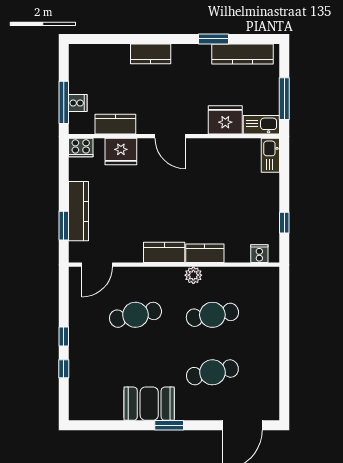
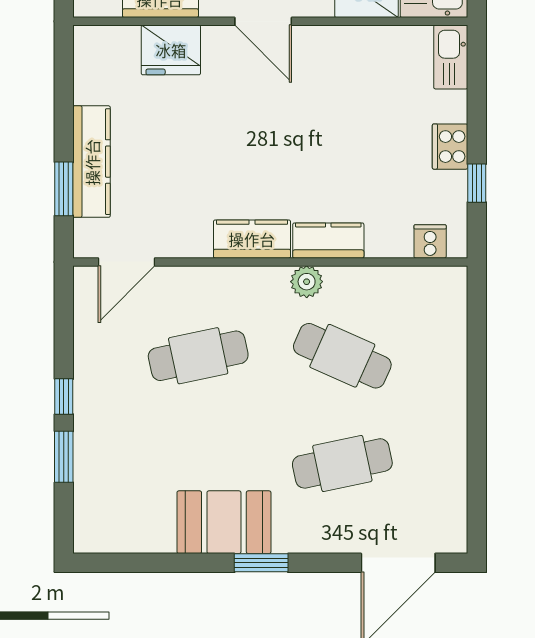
cooker: (81, 148) -> (450, 147), moved, turned 90
cafe table: (212, 315) -> (342, 356), turned 33
window: (64, 369) -> (64, 457), width x1.50

